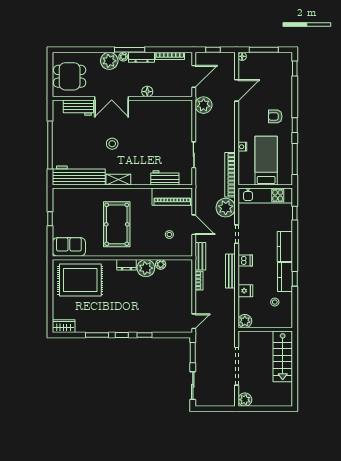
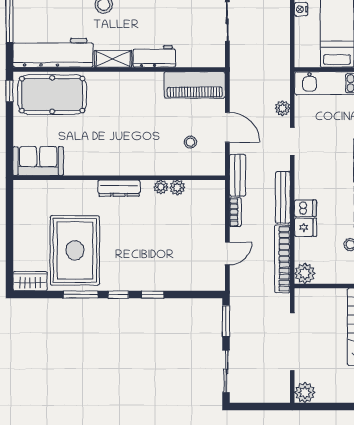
bookcase: (230, 175) -> (282, 259), moved
workbench: (165, 178) -> (154, 56), moved
plant: (226, 208) -> (282, 108), width x0.53, depth x0.53
window: (50, 219) -> (9, 91), moved
pool table: (117, 224) -> (52, 95), moved, turned 90
dishwasher: (245, 261) -> (305, 208), moved
dresser: (126, 265) -> (119, 188), width x1.44
plant: (146, 268) -> (161, 187), width x0.53, depth x0.53
rug: (80, 280) -> (75, 250), moved, turned 90
door: (194, 321) -> (227, 253), moved

